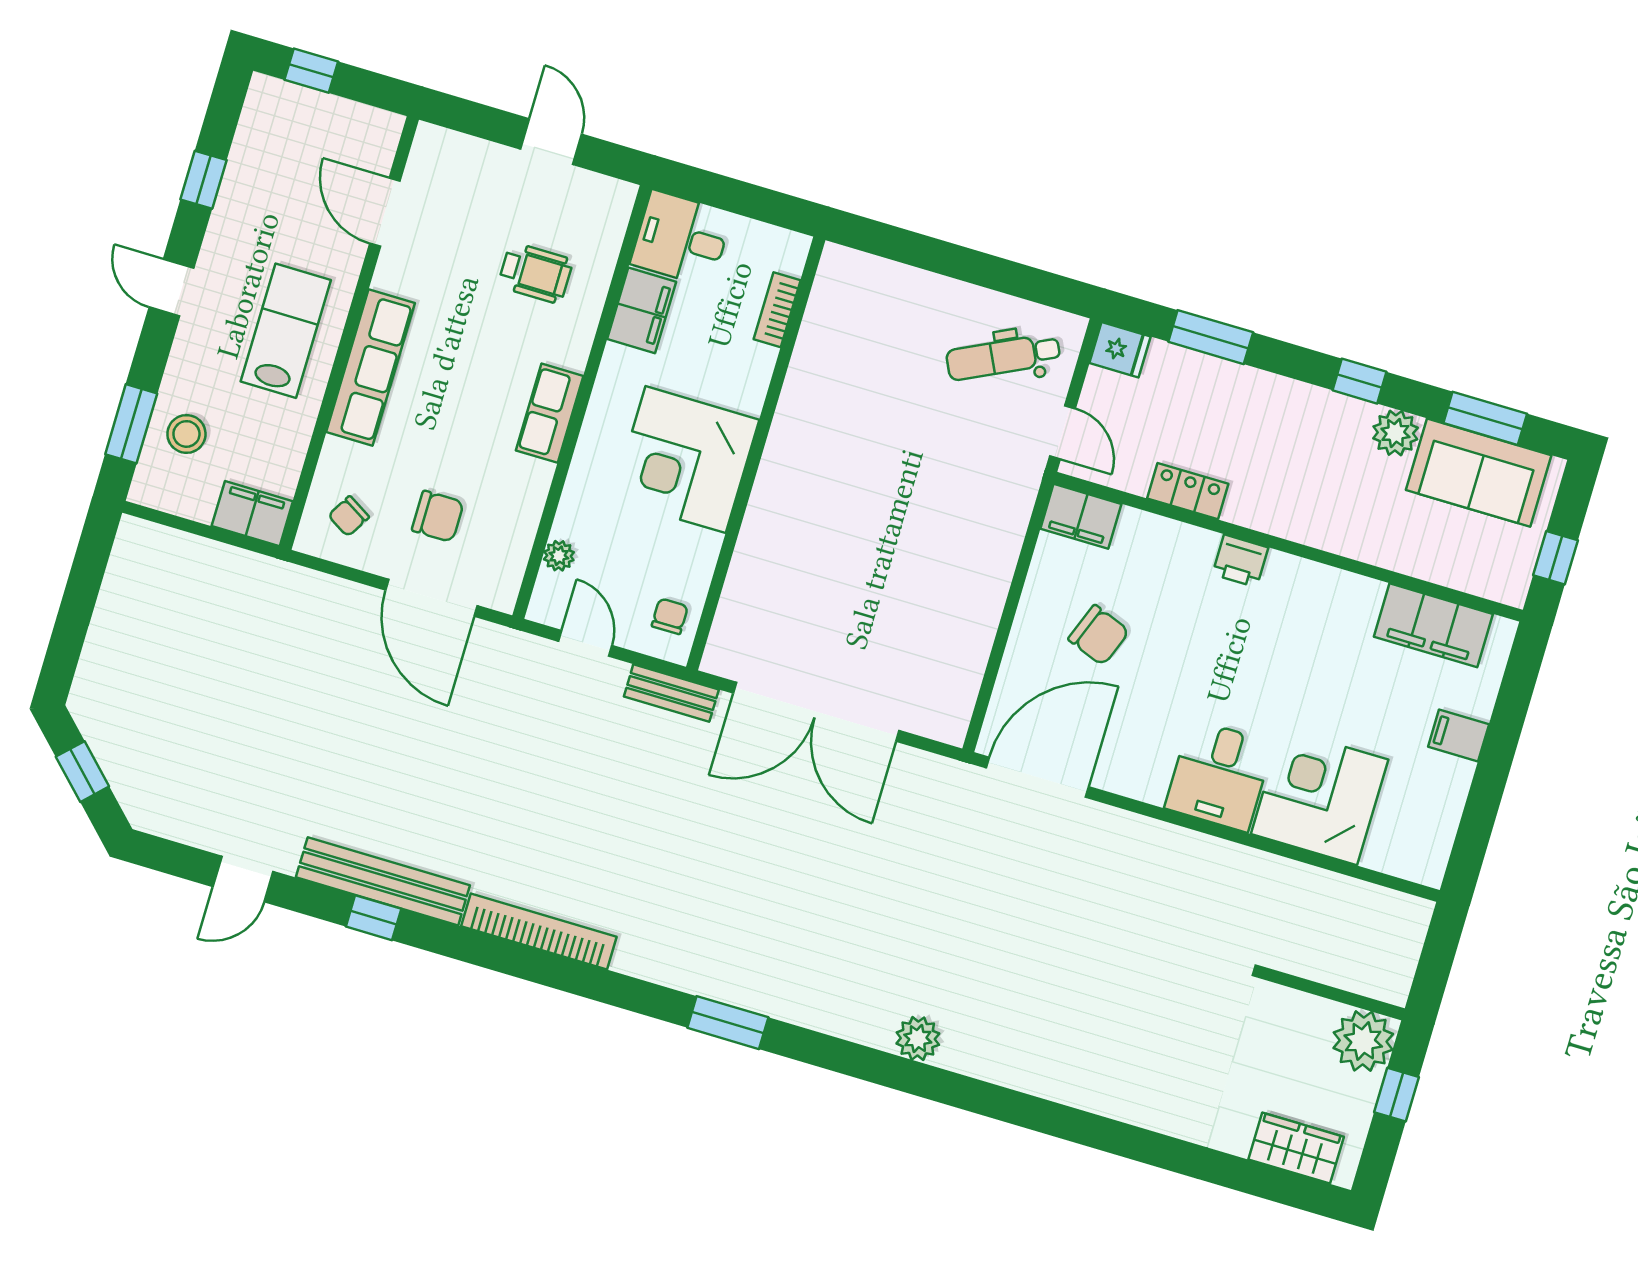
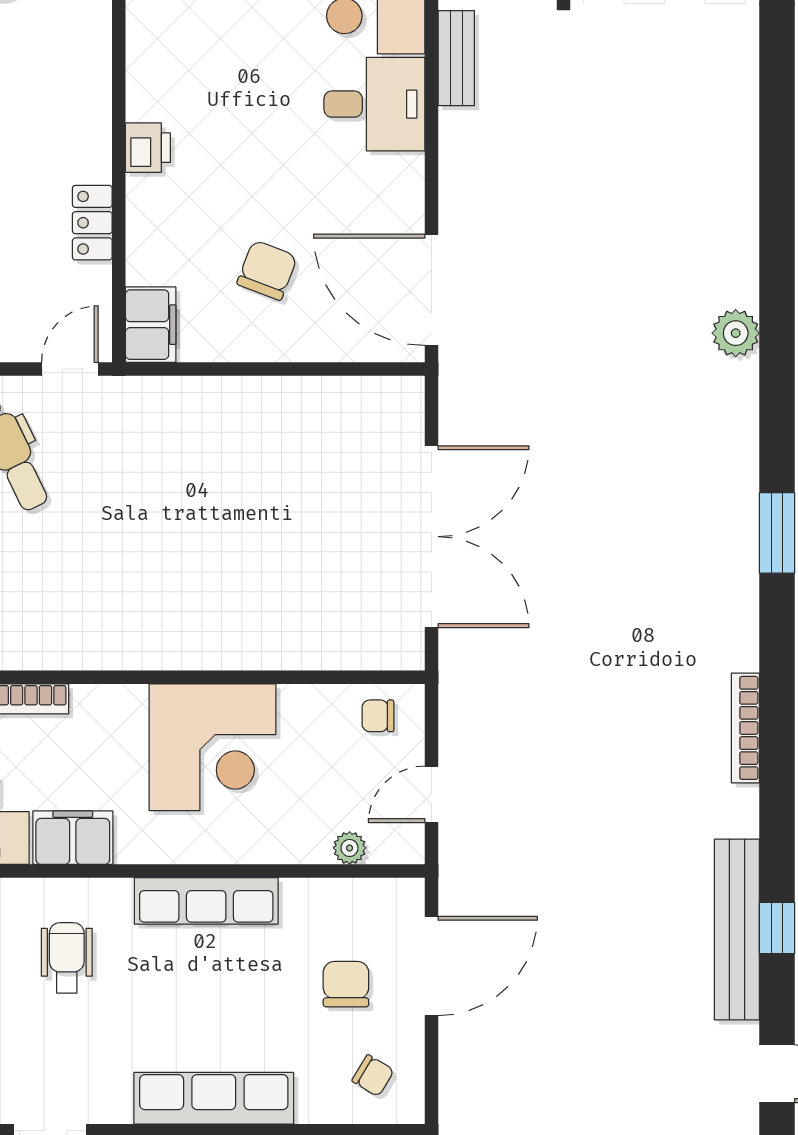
row of seats: (550, 413) -> (206, 901), width x1.48
bench: (671, 693) -> (456, 58), moved
bookcase: (539, 931) -> (745, 728), width x0.68, depth x0.76

